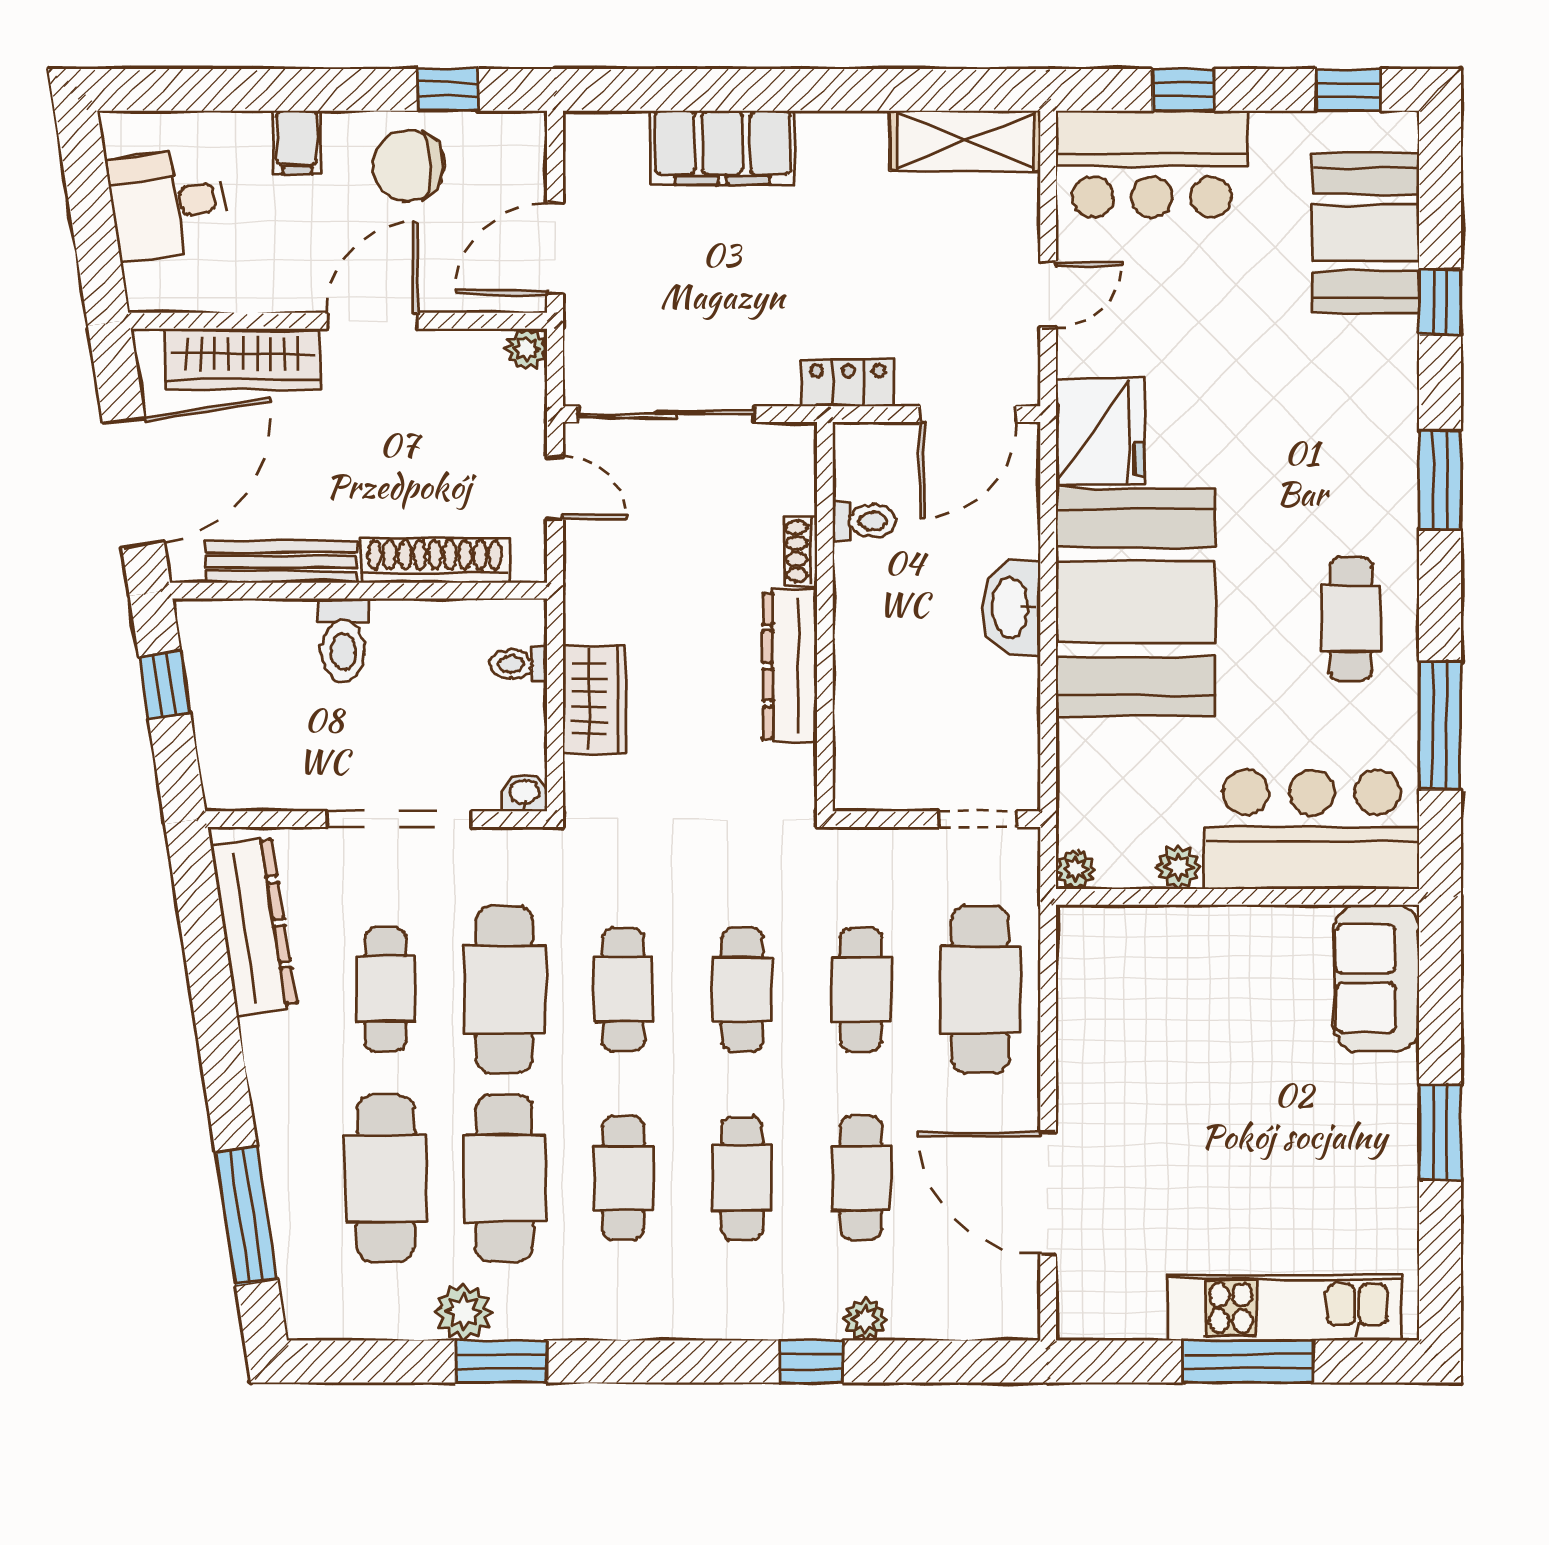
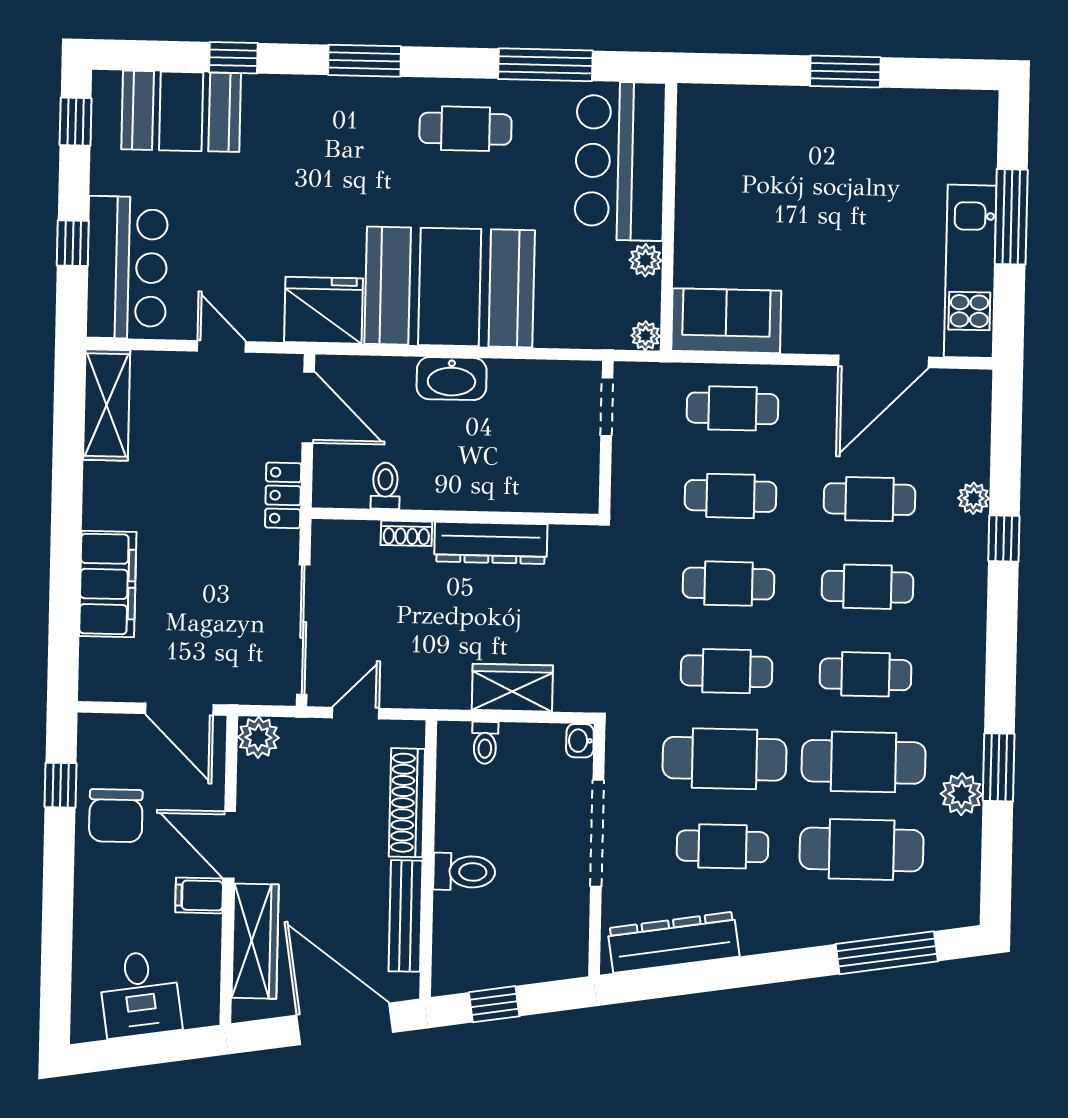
filing cabinet: (297, 142) -> (199, 895), moved, turned 180
plant: (527, 349) -> (258, 737), width x1.38, depth x1.38
sofa: (1377, 978) -> (726, 321), moved, turned 180
cafe table: (980, 989) -> (732, 408), width x0.73, depth x0.74
kitchen unit: (1285, 1308) -> (970, 271), moved

